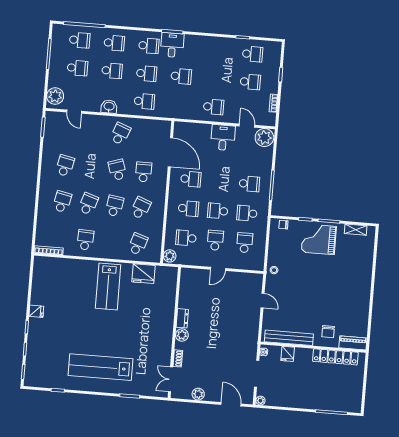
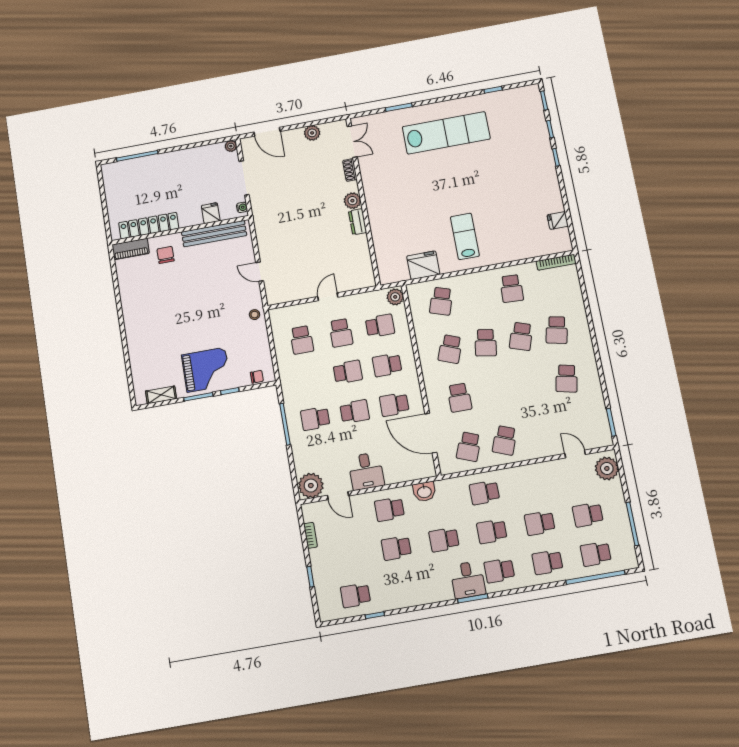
school desk: (250, 82) -> (396, 548), moved
washbasin: (109, 107) -> (424, 492), moved
school desk: (117, 170) -> (469, 447), moved, turned 39
school desk: (247, 213) -> (355, 412), moved
lab bench: (108, 287) -> (465, 236), width x0.73, depth x0.72
fridge: (36, 311) -> (558, 220), moved

